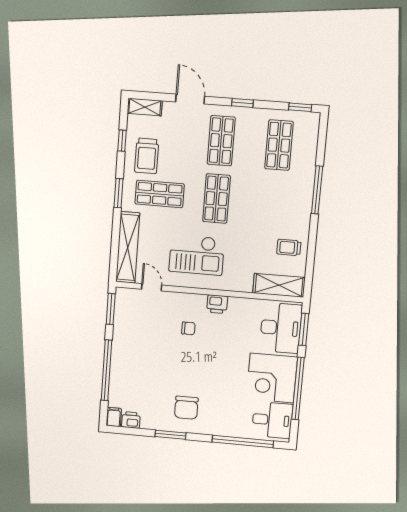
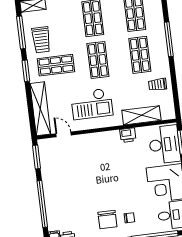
window: (122, 141) -> (21, 32), width x2.17
shop shelf: (274, 203) -> (140, 55), added
shelving: (279, 285) -> (141, 115), moved
printer: (217, 304) -> (128, 135), moved
chair: (188, 328) -> (129, 218), moved

